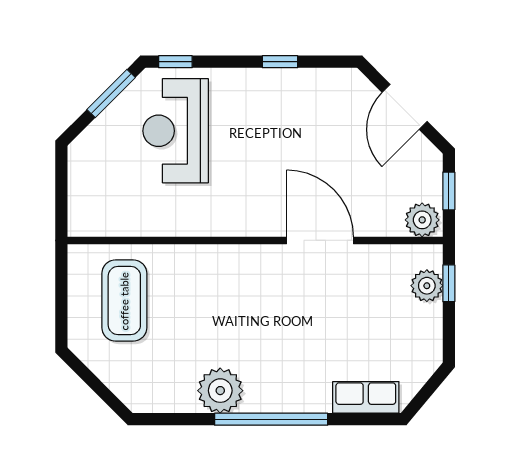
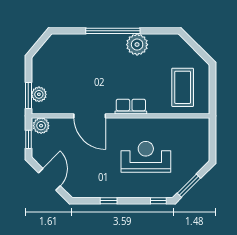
reception desk: (176, 131) -> (146, 157), moved, turned -90
window: (449, 283) -> (28, 96), width x1.50
row of seats: (366, 397) -> (131, 107), moved, turned 180

